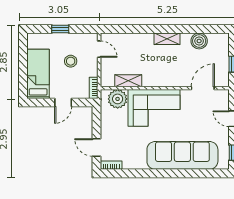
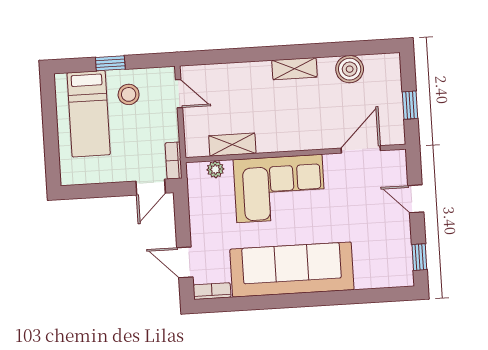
stool: (71, 61) -> (129, 94), moved
bed: (38, 74) -> (89, 114), moved, turned 180
plant: (118, 99) -> (215, 169), width x0.53, depth x0.53
door: (63, 103) -> (151, 187), moved
sofa: (182, 155) -> (292, 269), moved

